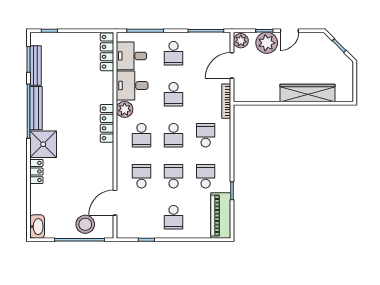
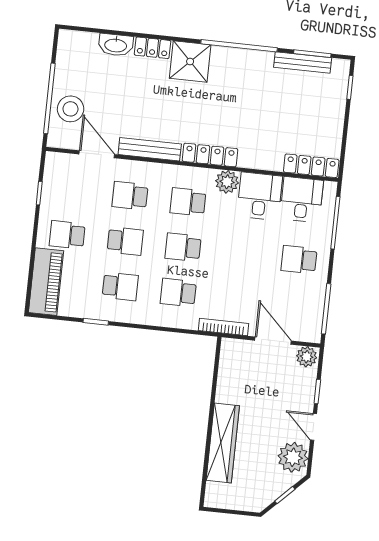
plant: (267, 43) -> (293, 457), moved
school desk: (174, 94) -> (241, 253), removed
bench: (36, 108) -> (150, 149), moved
school desk: (206, 135) -> (178, 293), turned 180
school desk: (141, 176) -> (130, 196), turned 180
piano: (221, 216) -> (46, 282), moved, turned 90
washbasin: (37, 227) -> (116, 45), moved

